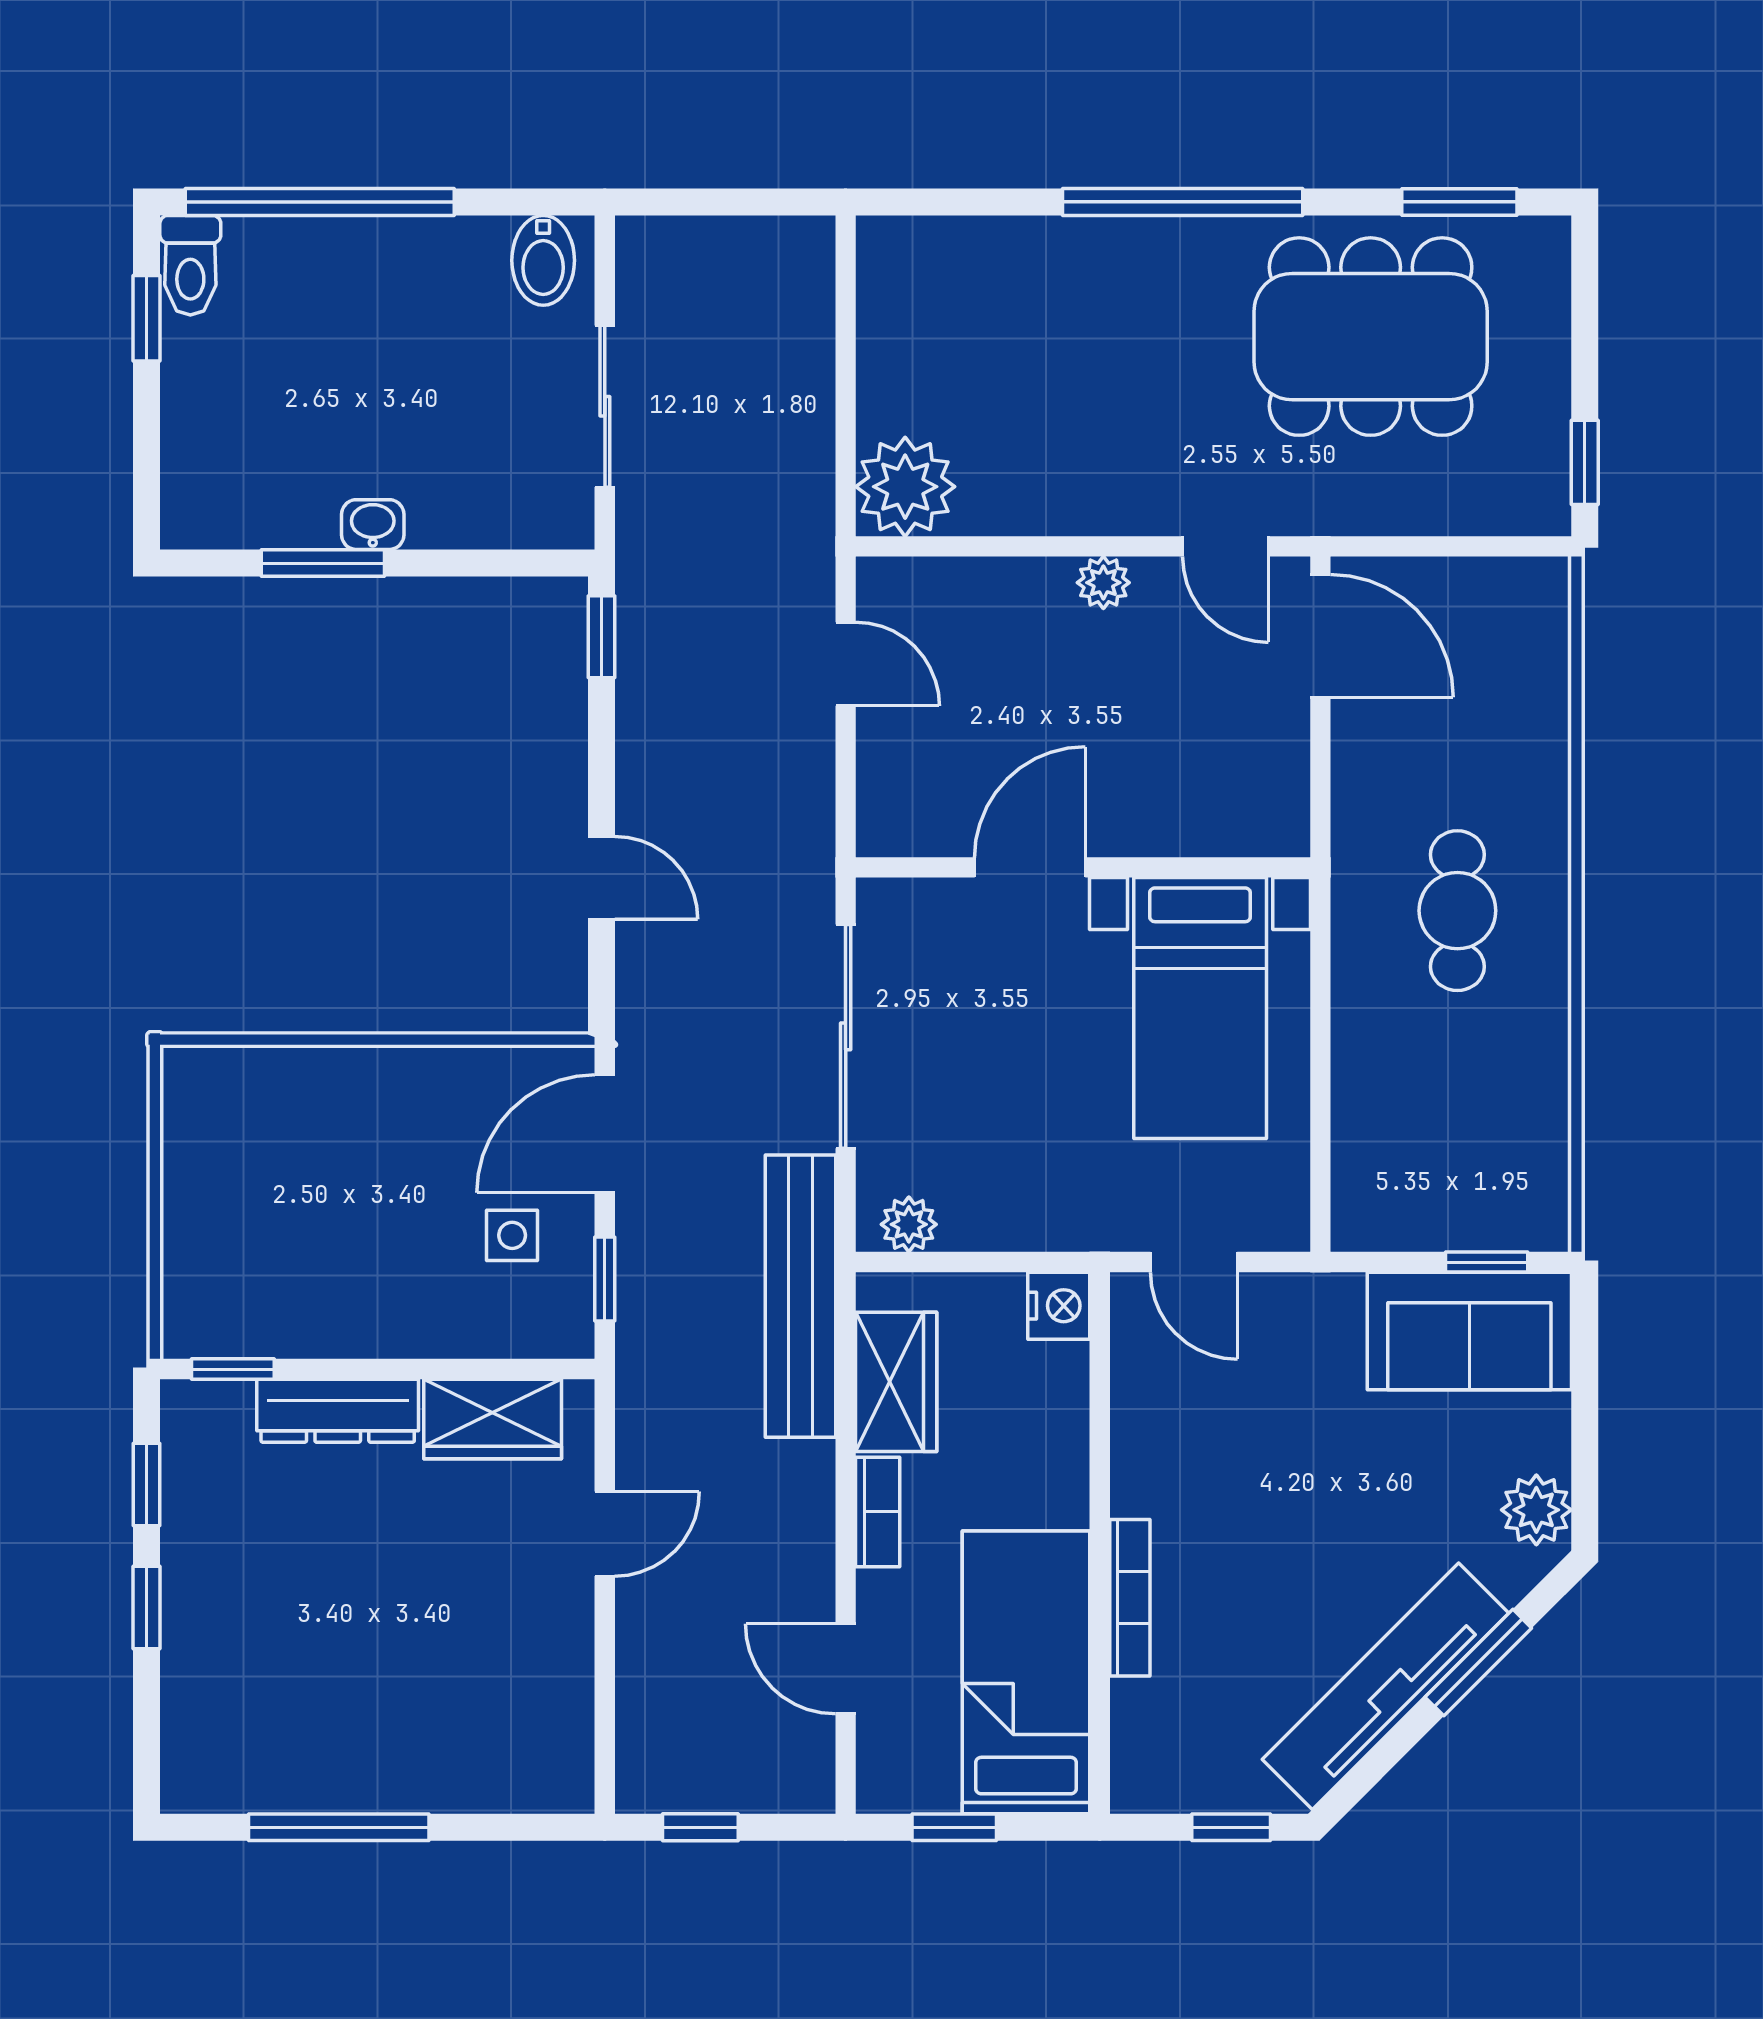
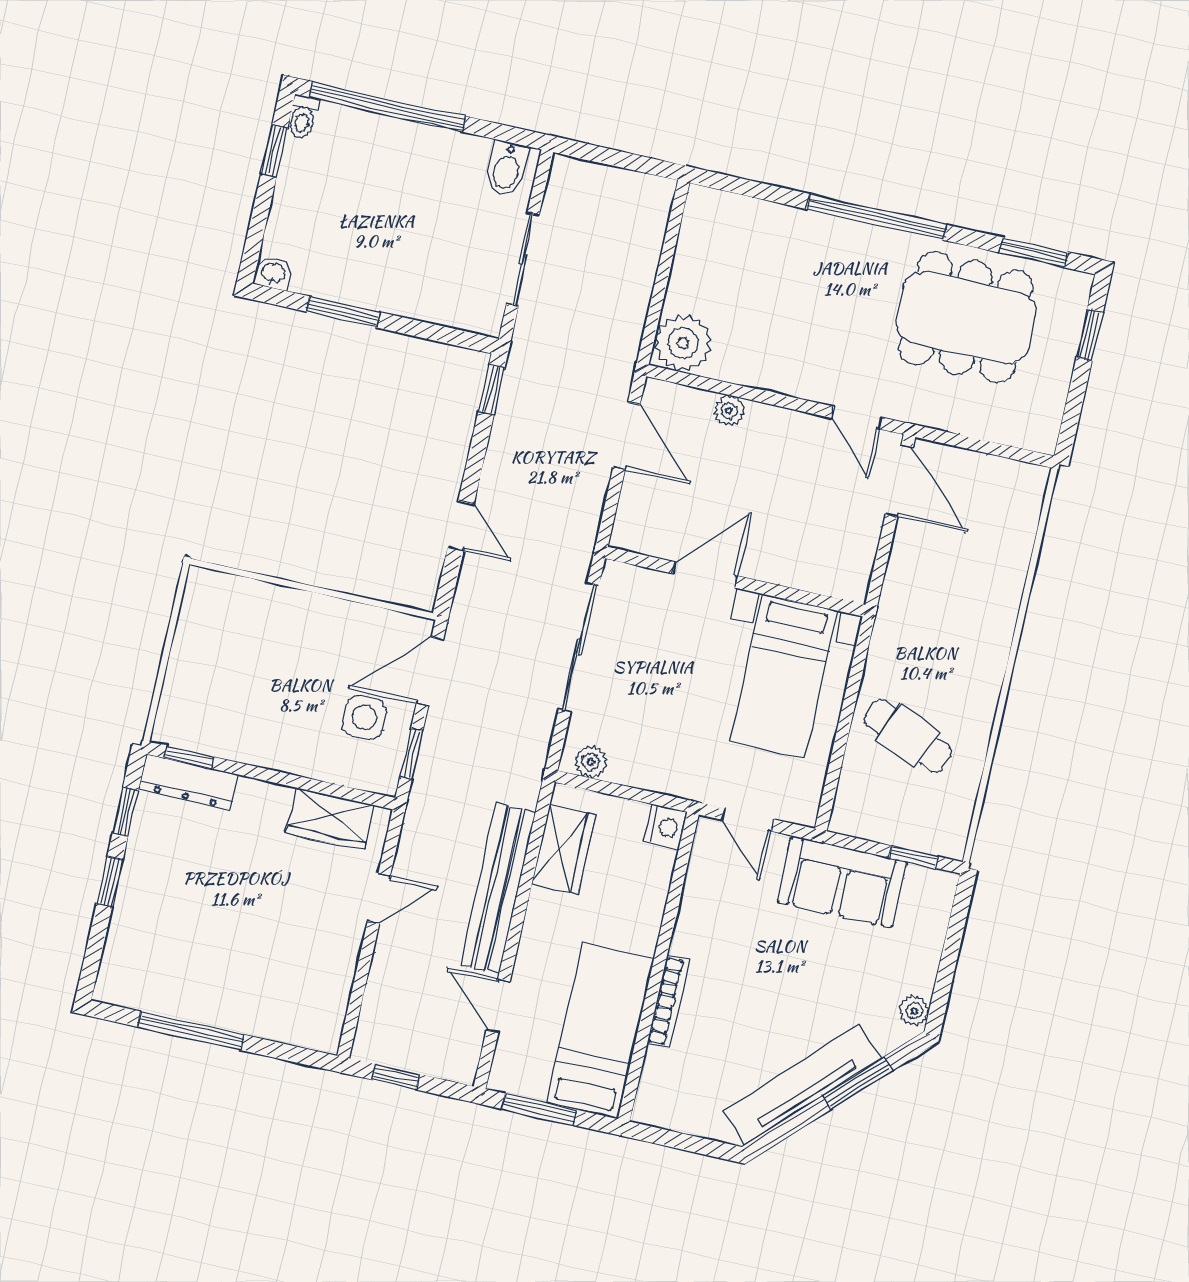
toilet: (190, 265) -> (303, 117), width x0.73, depth x0.72
window: (1585, 462) -> (1090, 335), moved
washbasin: (373, 525) -> (273, 273), moved
plant: (1103, 583) -> (729, 411), moved
door: (846, 664) -> (627, 436), width x1.38
cafe table: (1457, 911) -> (908, 736), moved, turned -67
side table: (512, 1235) -> (364, 717), width x1.37, depth x1.37
bench: (800, 1296) -> (498, 889), moved
sofa: (1469, 1331) -> (842, 882), moved
dresser: (338, 1411) -> (188, 782), moved
plant: (1536, 1510) -> (914, 1010), width x0.73, depth x0.73
bookcase: (878, 1512) -> (536, 921), removed
window: (954, 1827) -> (539, 1109), width x1.50
window: (1231, 1827) -> (697, 1145), removed

